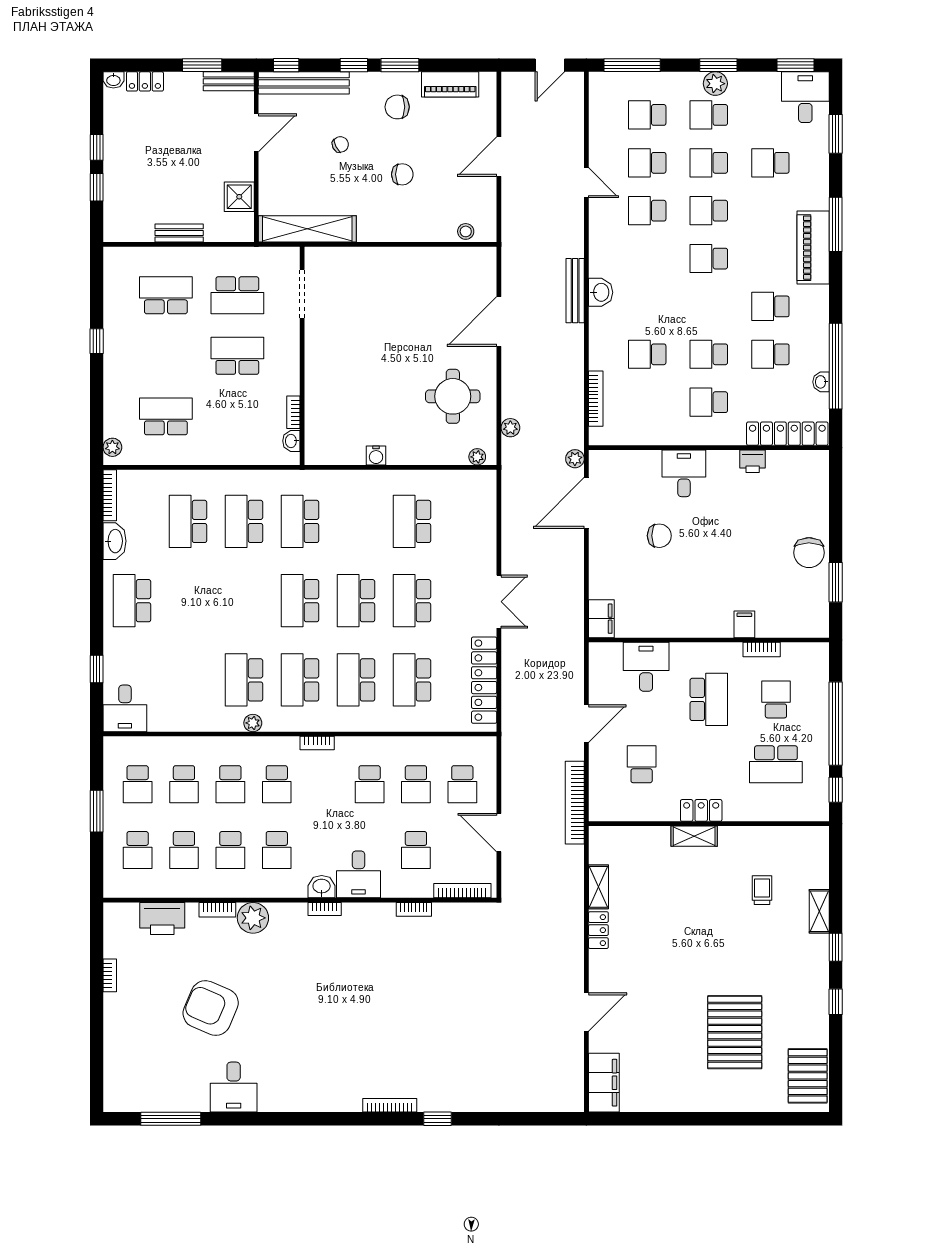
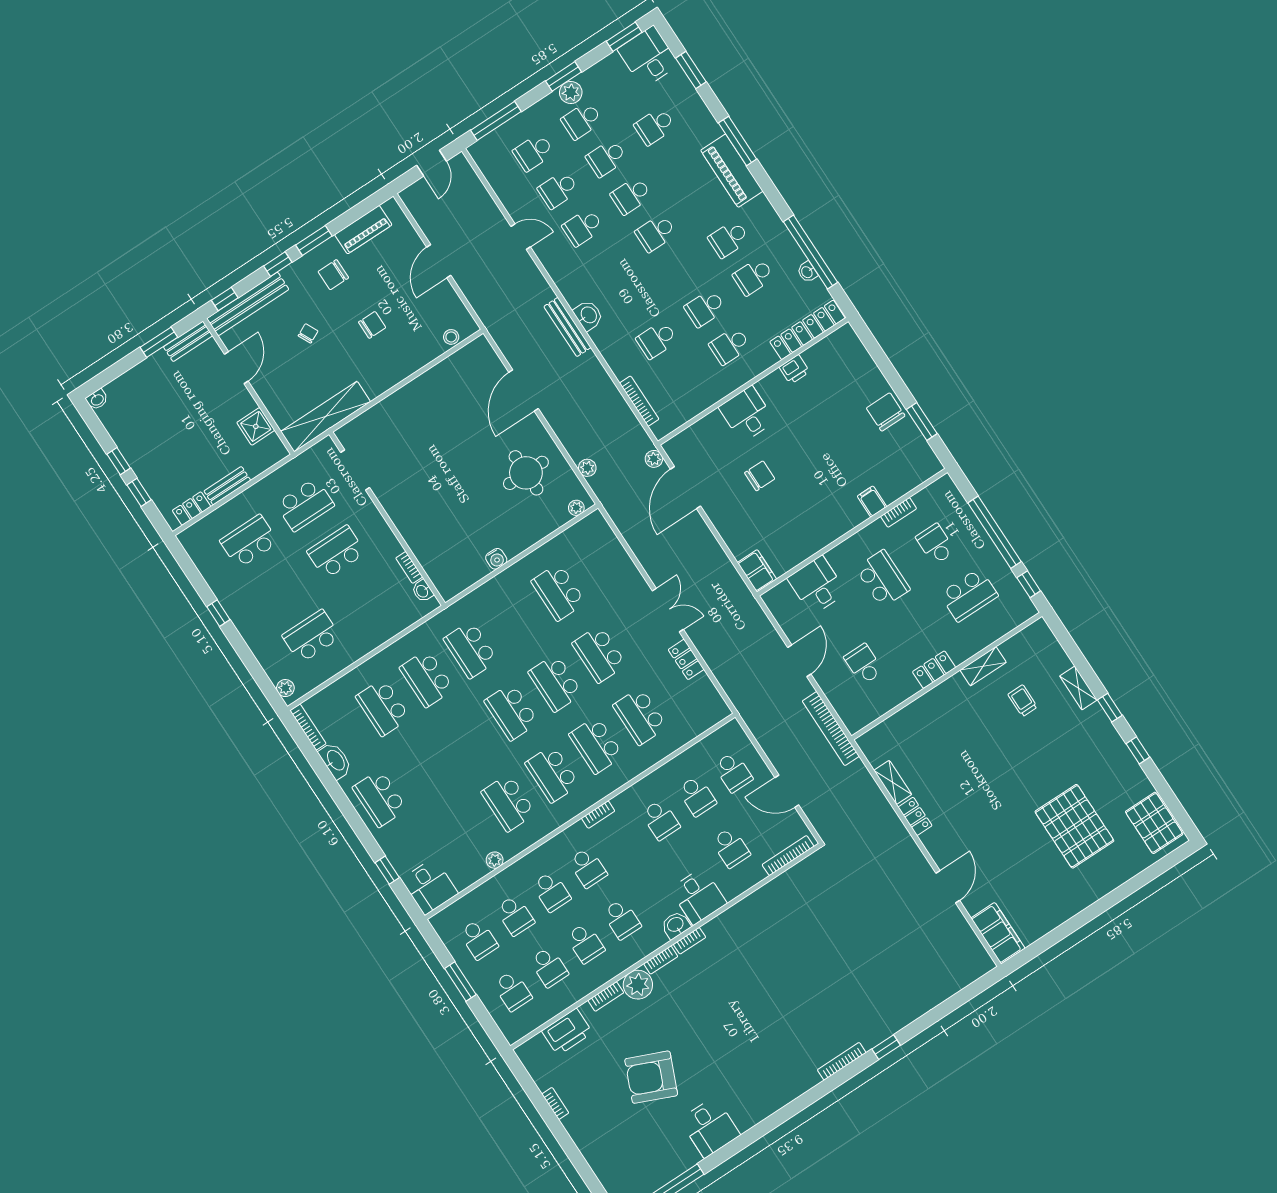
locker: (145, 81) -> (192, 509), moved, turned 180
chair: (809, 553) -> (886, 412), turned 180
locker: (484, 680) -> (686, 659), width x0.46, depth x0.83
plant: (253, 723) -> (495, 860), moved
shelving: (694, 836) -> (983, 666), moved
bookcase: (414, 909) -> (661, 960), moved

